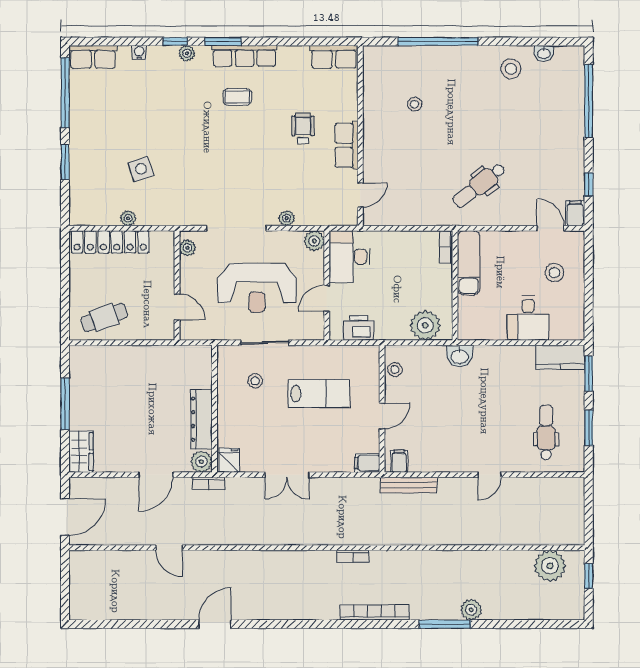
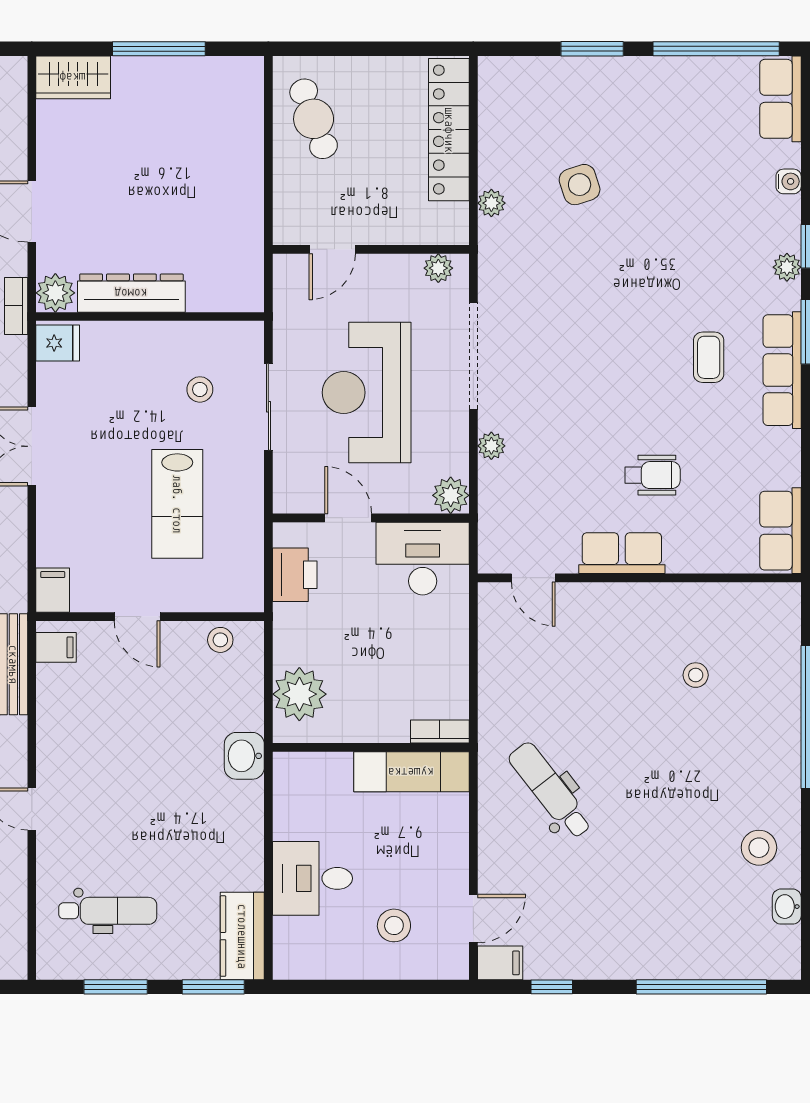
plant: (128, 218) -> (491, 203), moved

